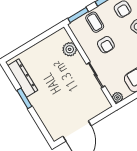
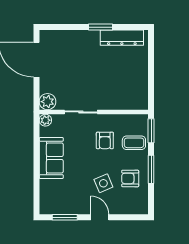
armchair: (106, 45) -> (105, 140), turned -90
plant: (70, 49) -> (48, 102), moved

